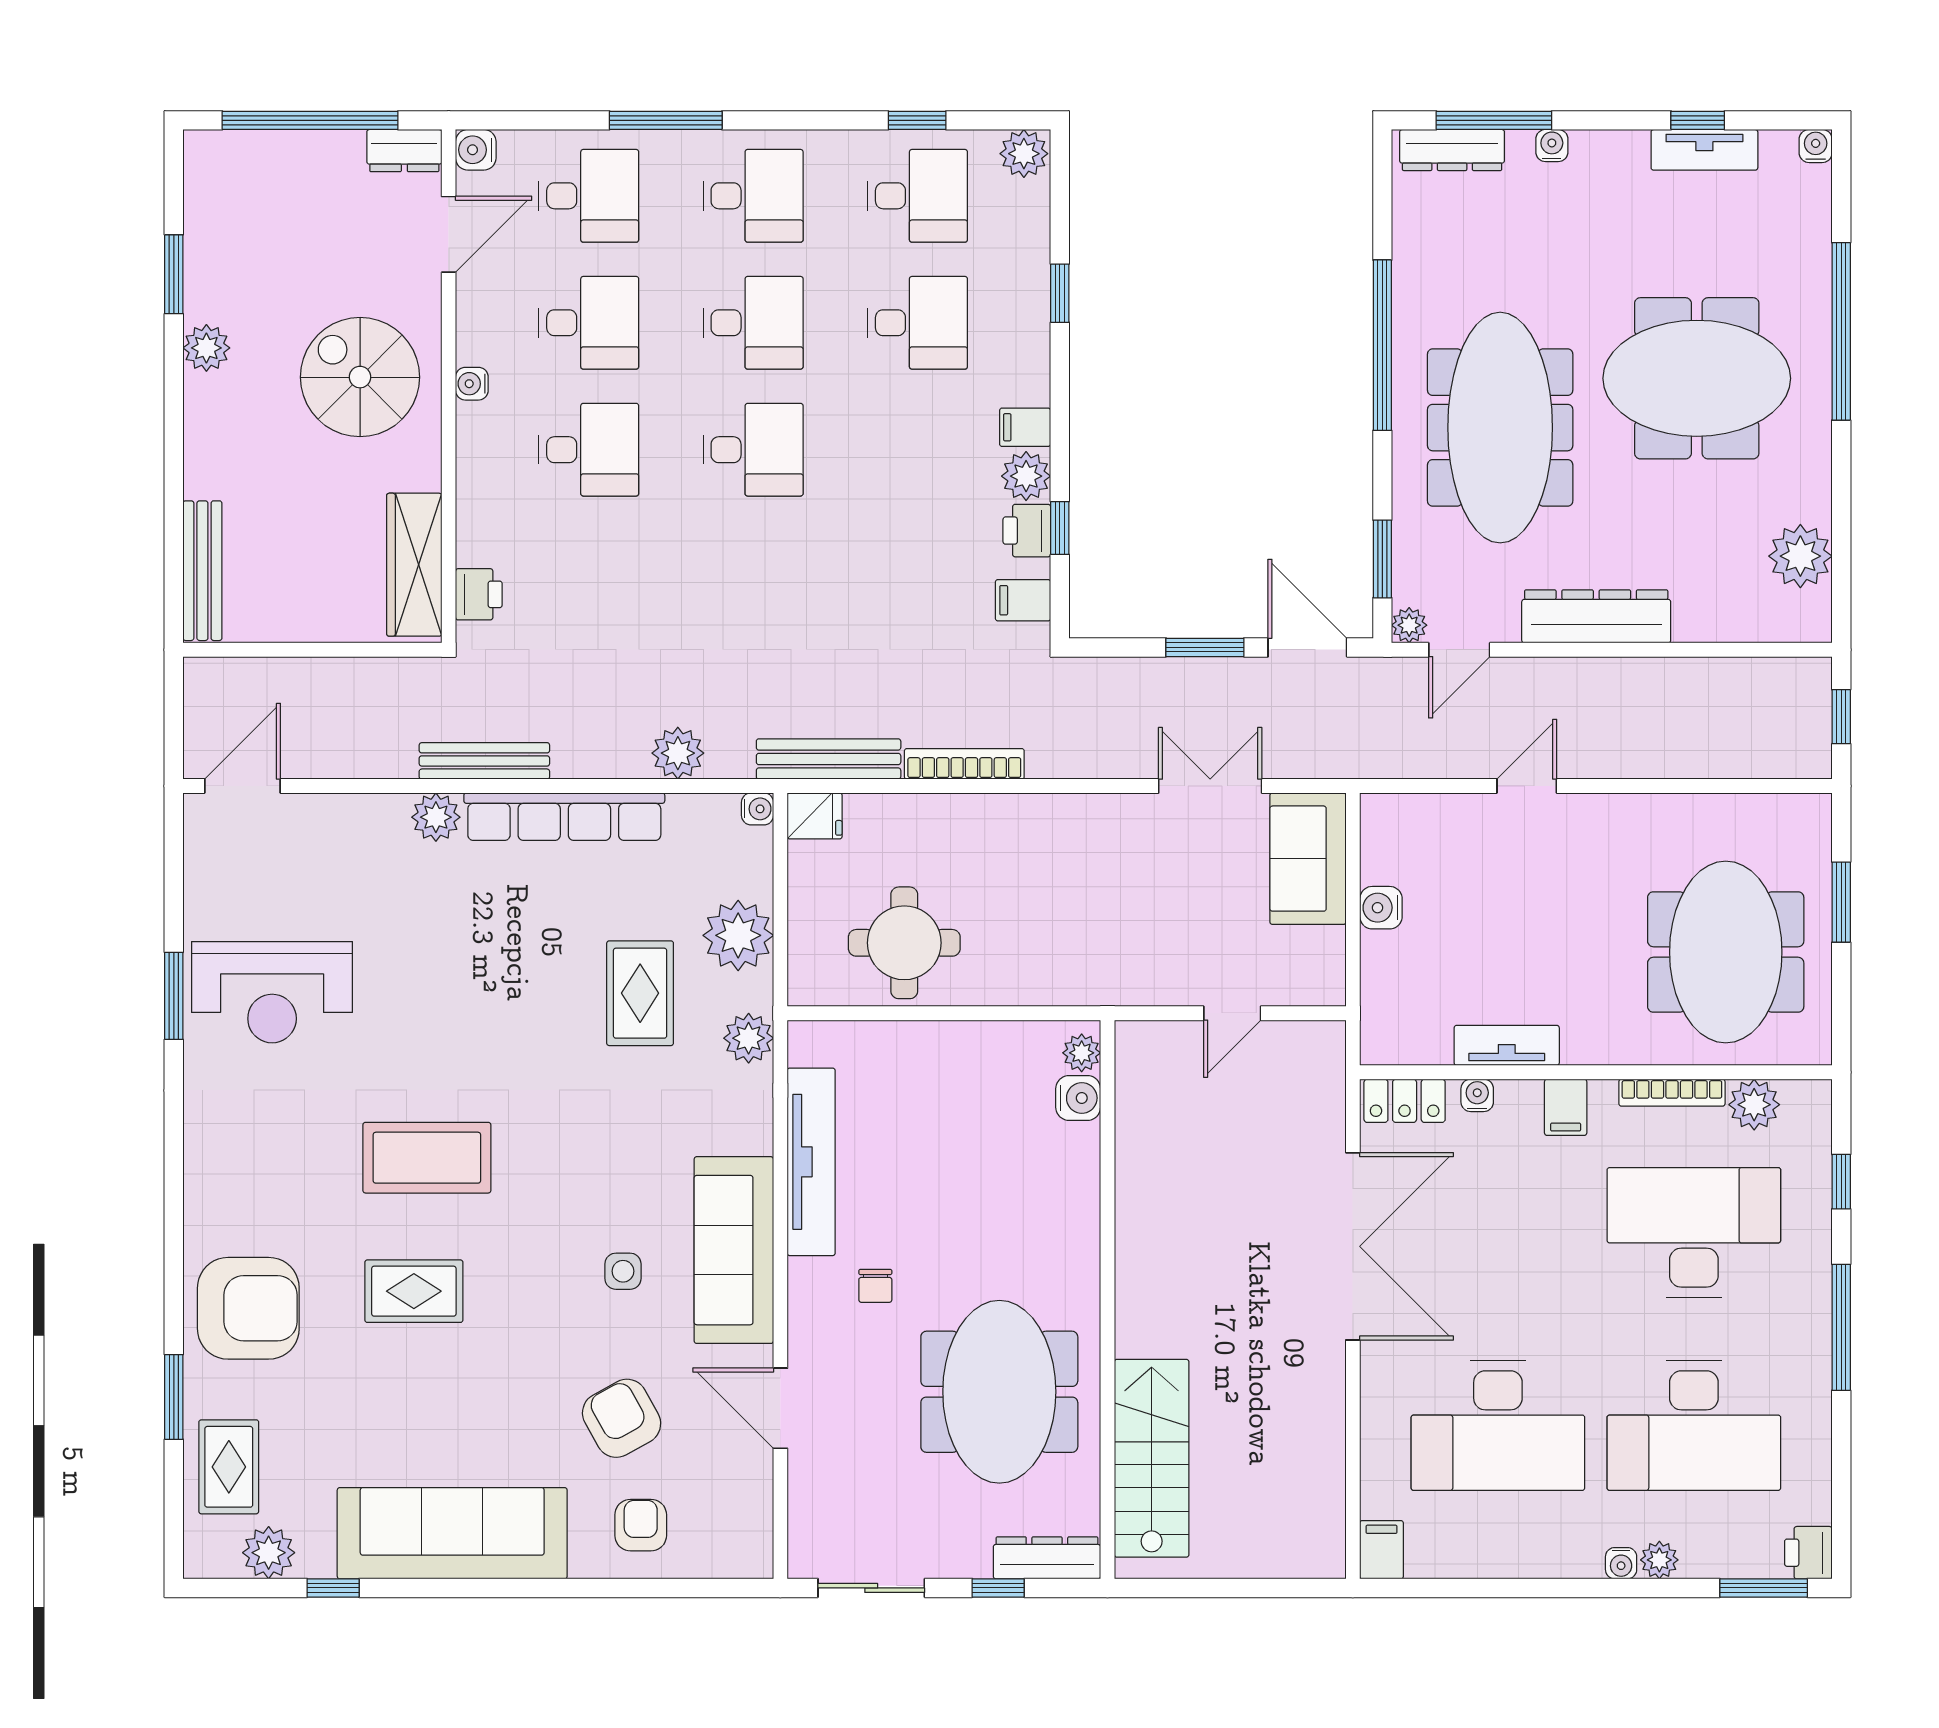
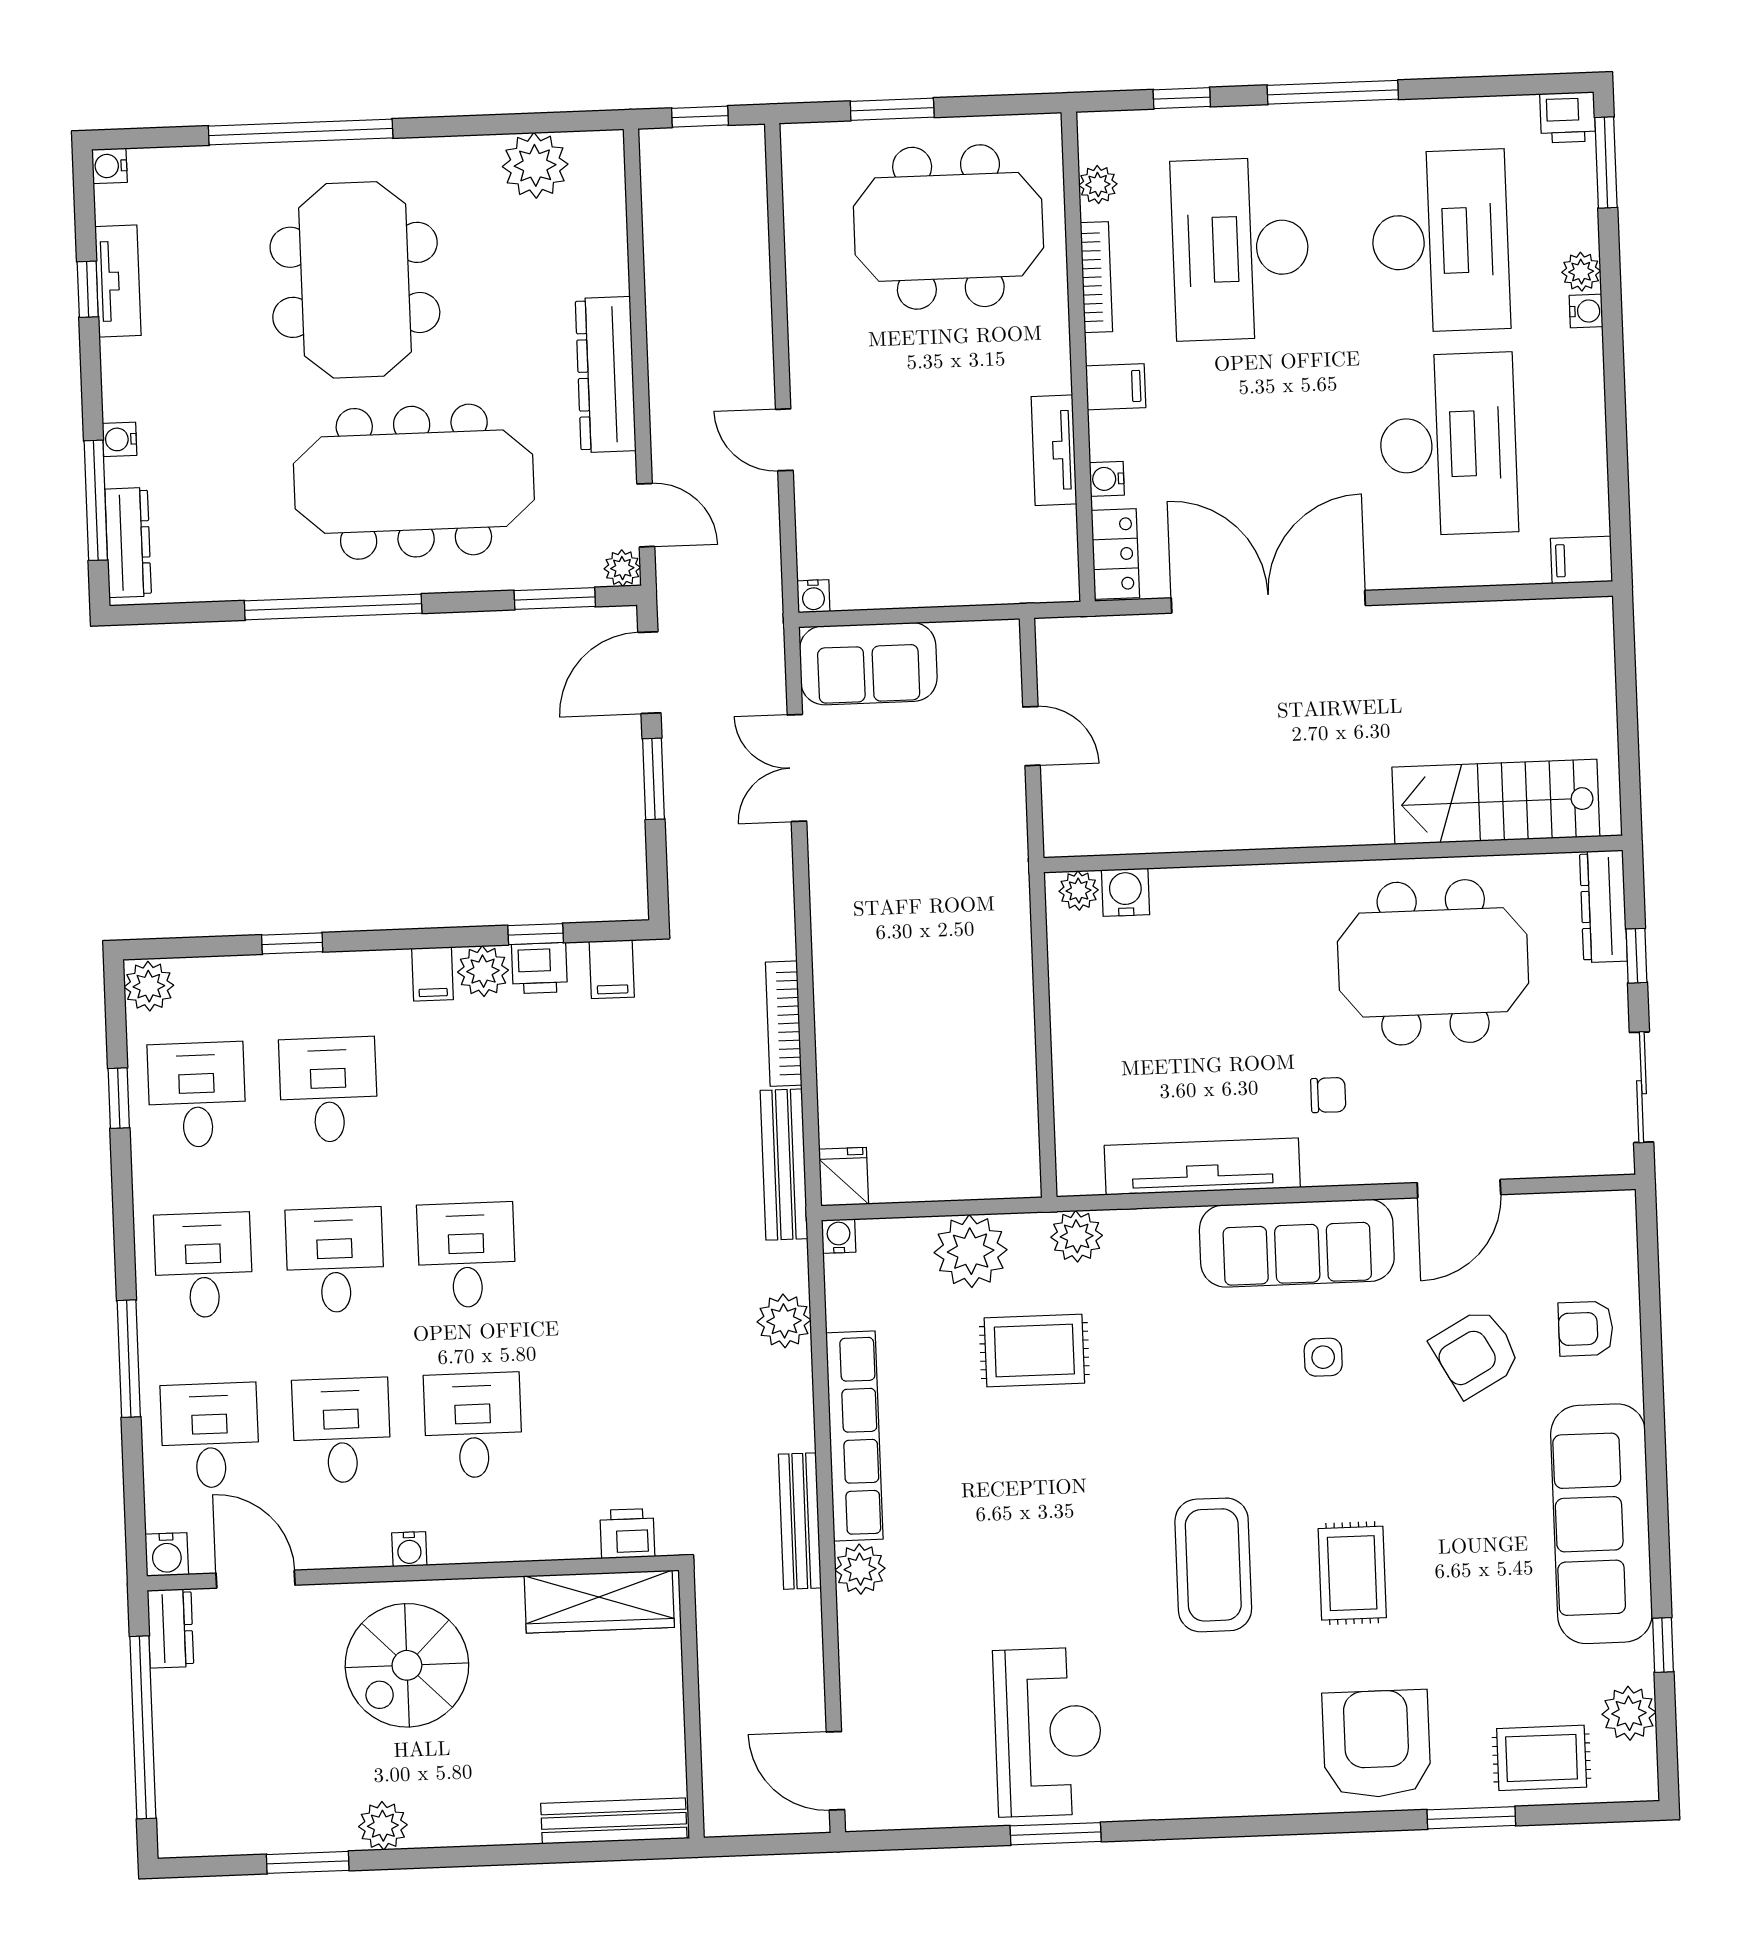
water cooler: (1381, 908) -> (813, 596), moved, width x0.72, depth x0.72
round table: (904, 943) -> (972, 1079), removed
plant: (1754, 1105) -> (1098, 185), width x0.73, depth x0.73

